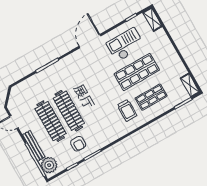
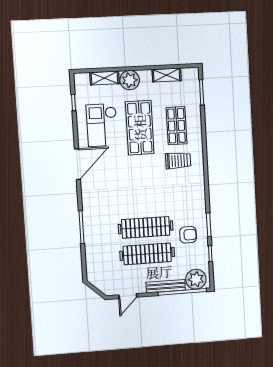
shelving: (153, 19) -> (104, 78), moved
door: (90, 41) -> (77, 164), swing flipped
plant: (166, 49) -> (130, 80), added
shelving: (190, 85) -> (167, 75), moved

